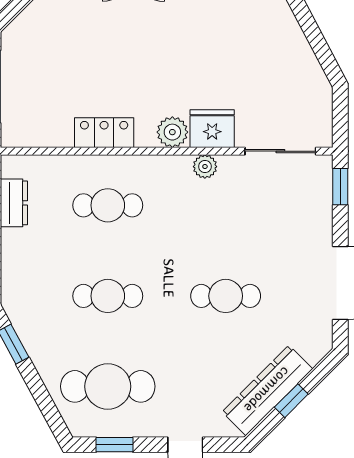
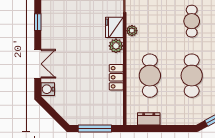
cafe table: (108, 205) -> (150, 76), width x1.37, depth x1.35
cafe table: (108, 296) -> (192, 76), width x1.37, depth x1.35

